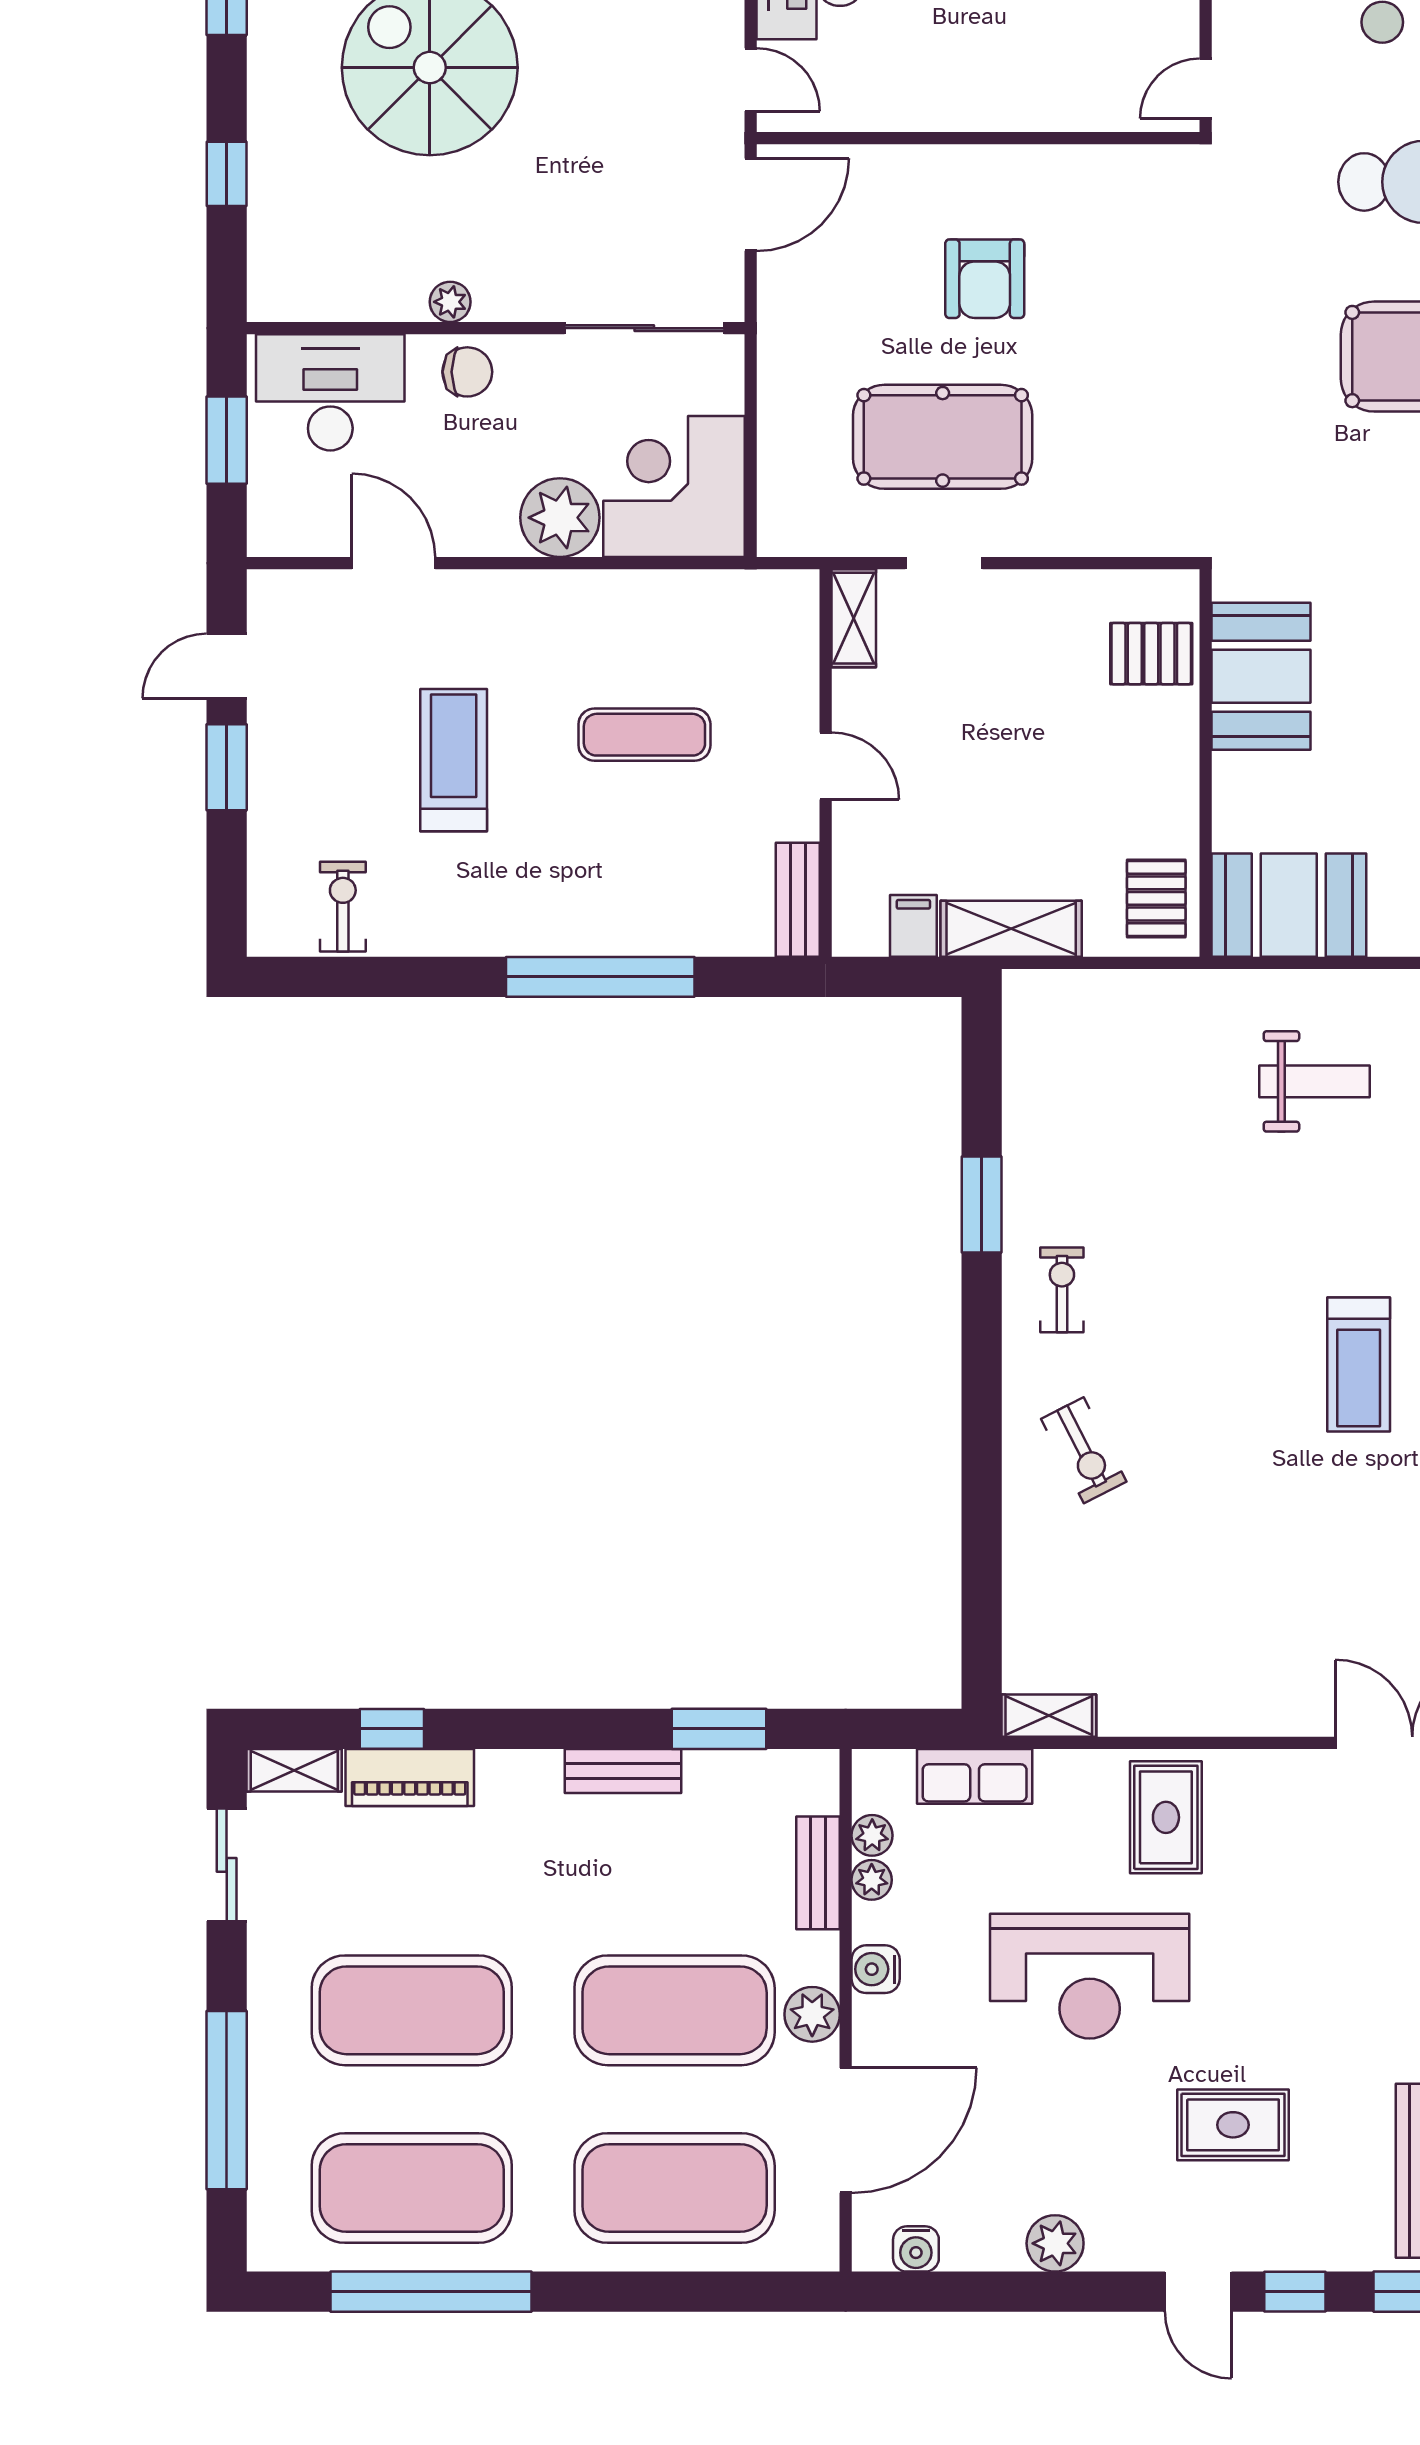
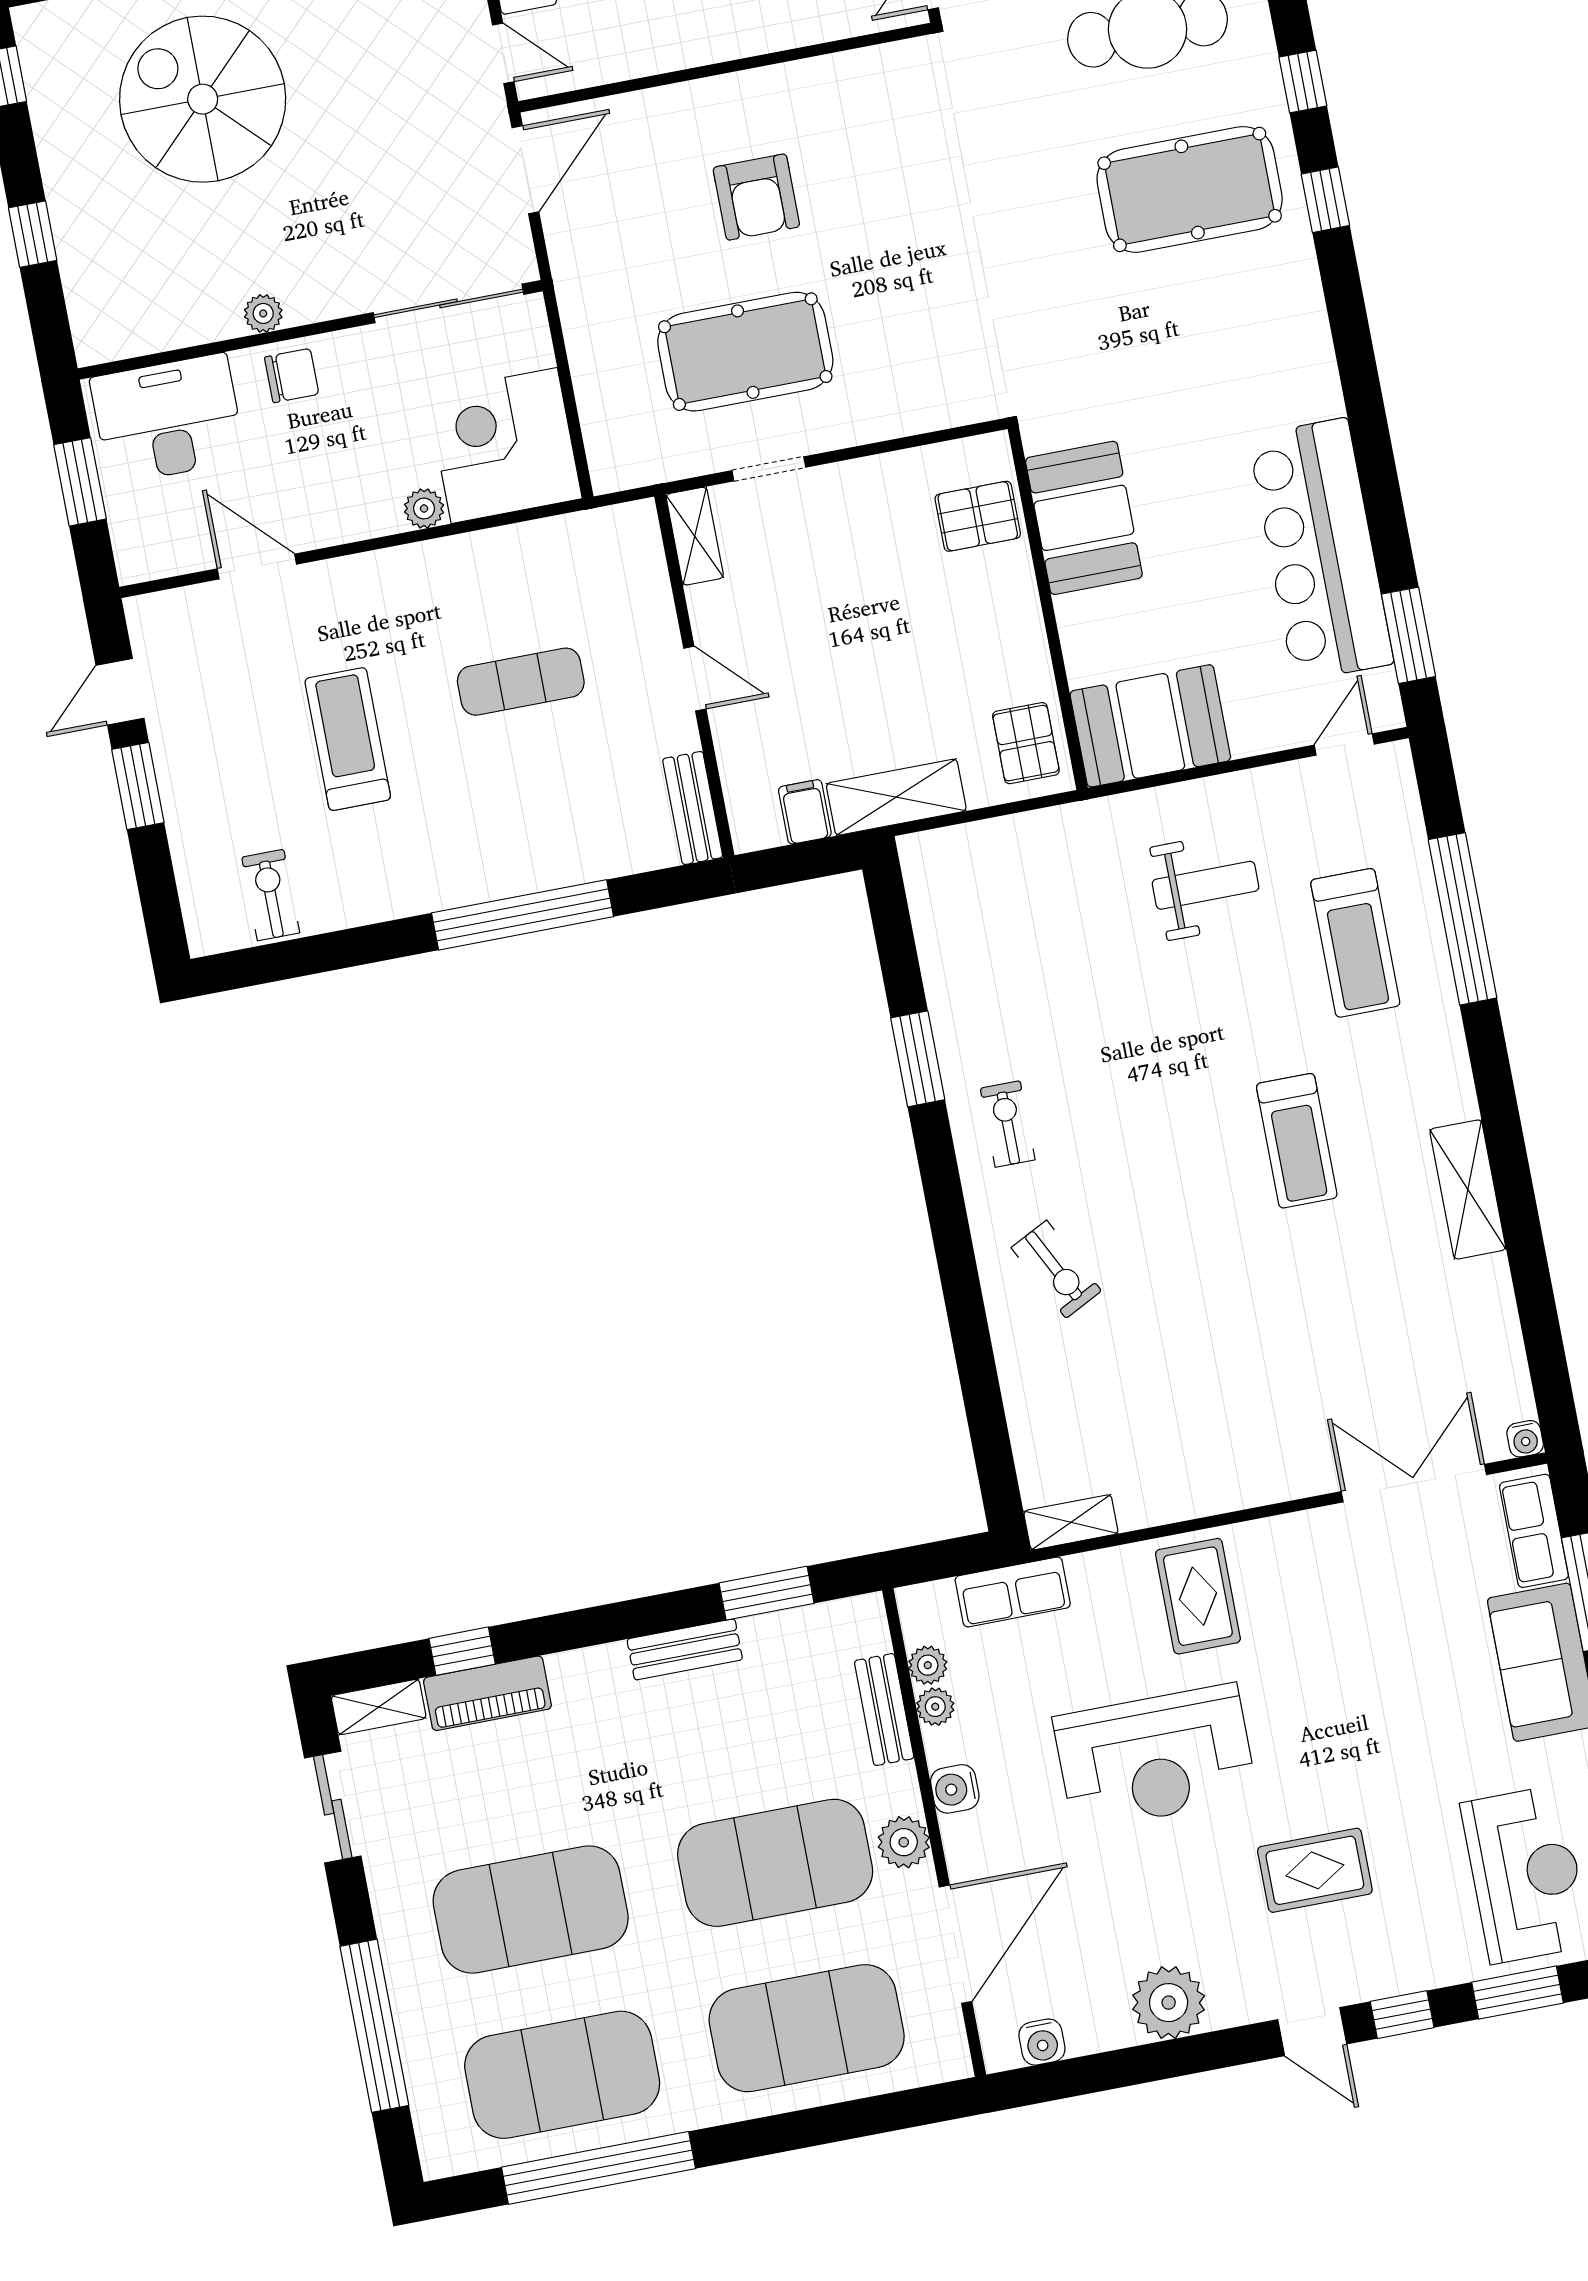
plant: (560, 518) -> (424, 509), width x0.53, depth x0.53
plant: (1055, 2243) -> (1169, 2003), width x1.36, depth x1.36

